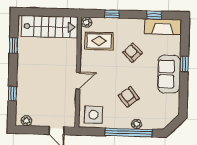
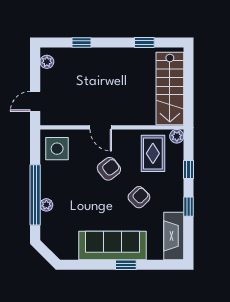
window: (154, 15) -> (189, 207), moved
sofa: (169, 74) -> (112, 246), width x1.36
armchair: (129, 97) -> (109, 169), moved

